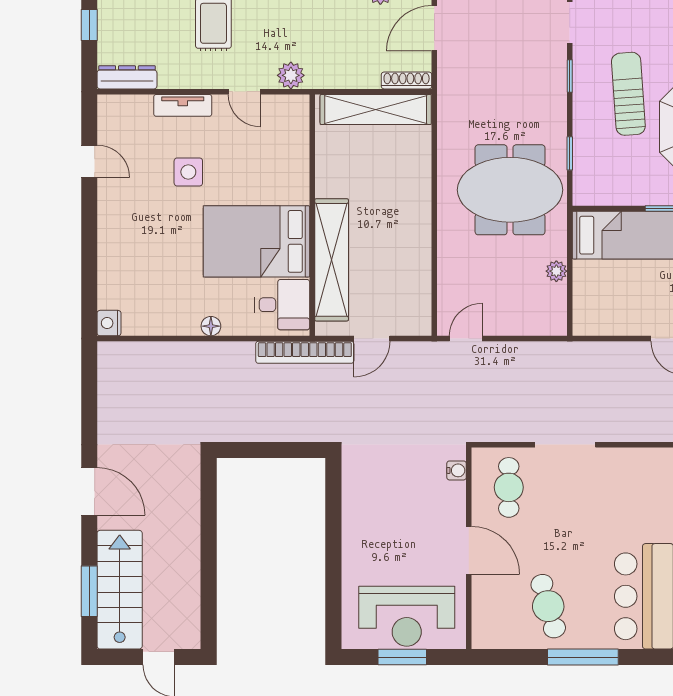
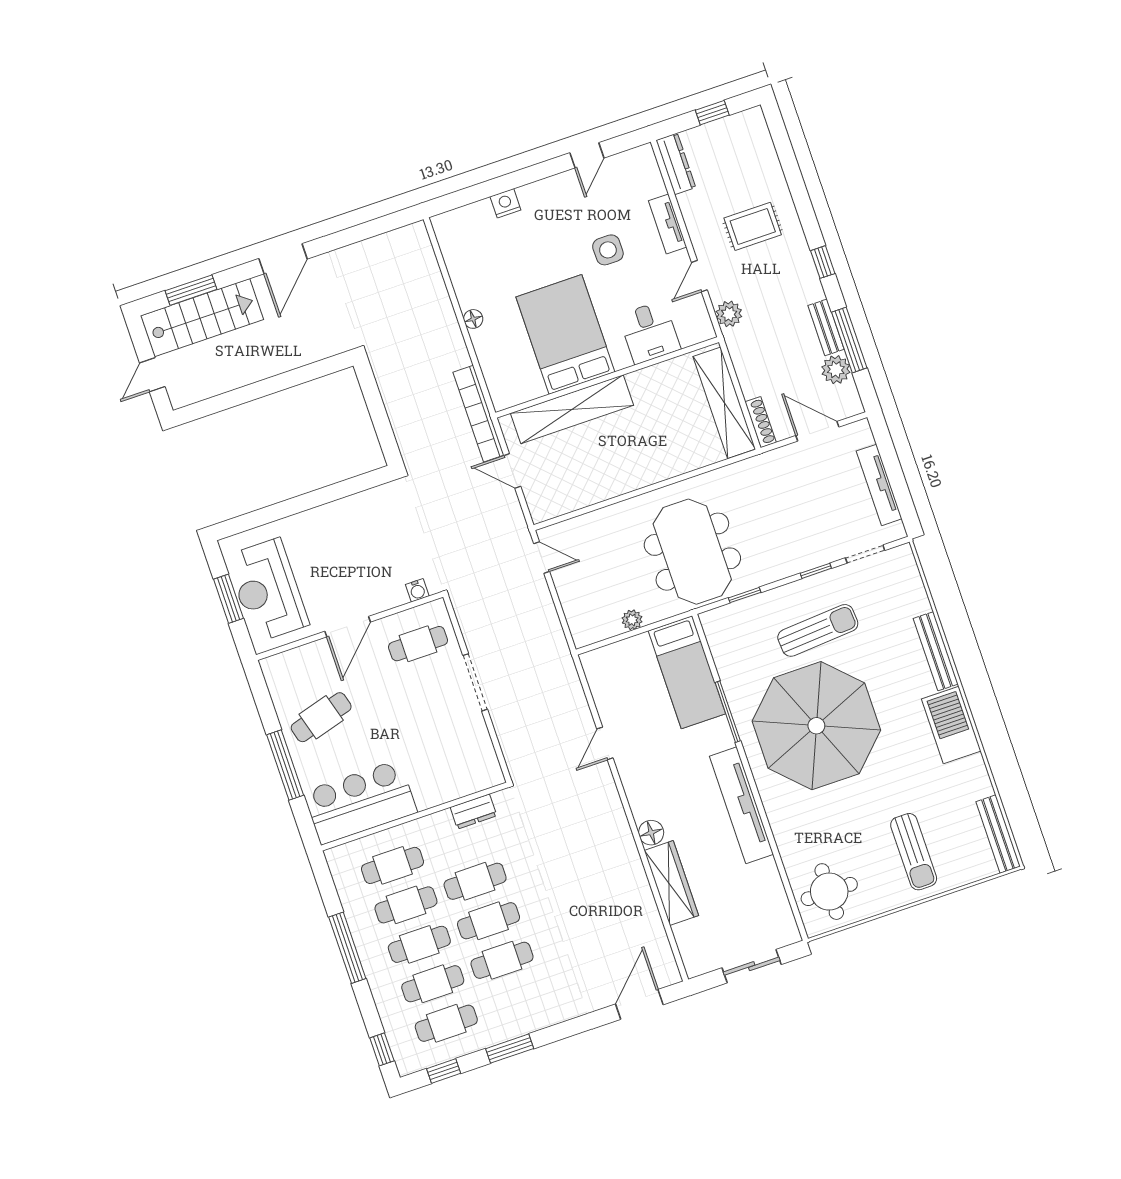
desk: (282, 305) -> (650, 332), moved
nightstand: (109, 323) -> (505, 203), moved

